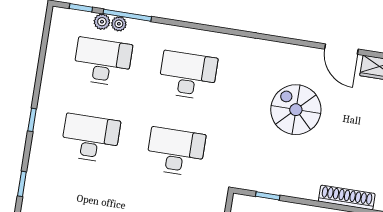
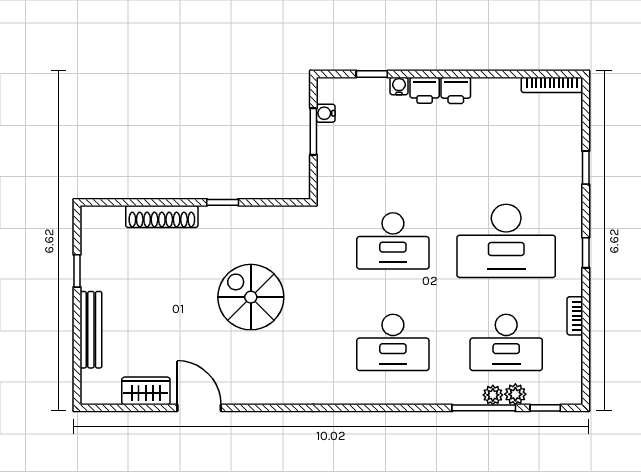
bookcase: (48, 74) -> (575, 316), added
spiral stairs: (296, 110) -> (251, 297), moved, turned 180
desk: (91, 138) -> (506, 241), width x1.36, depth x1.30
window: (268, 196) -> (223, 202), moved

